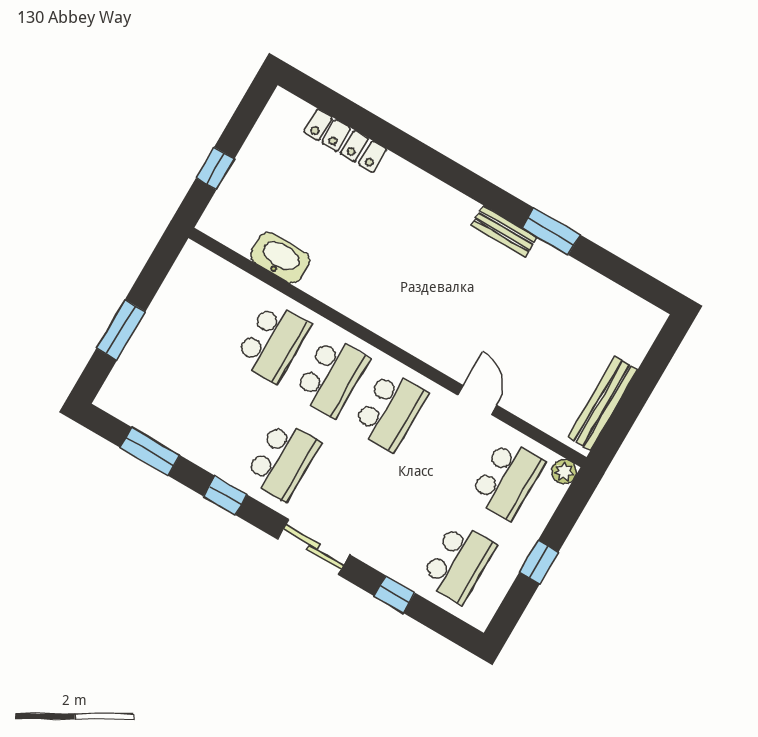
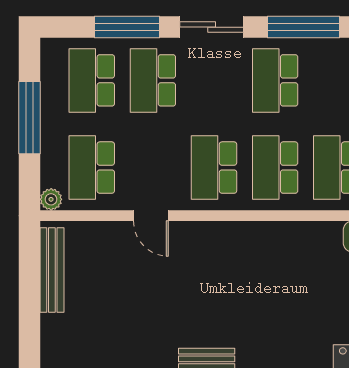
window: (225, 495) -> (303, 27), width x2.17
school desk: (400, 529) -> (153, 80), added
window: (539, 562) -> (29, 118), width x2.17
window: (395, 594) -> (127, 27), width x2.17

